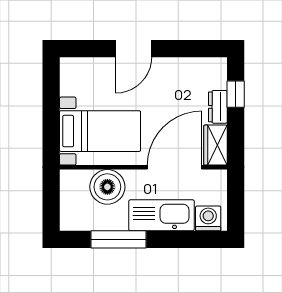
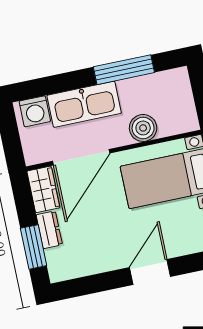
window: (236, 94) -> (34, 247), width x1.50
boiler: (107, 187) -> (143, 128), width x0.73, depth x0.73

